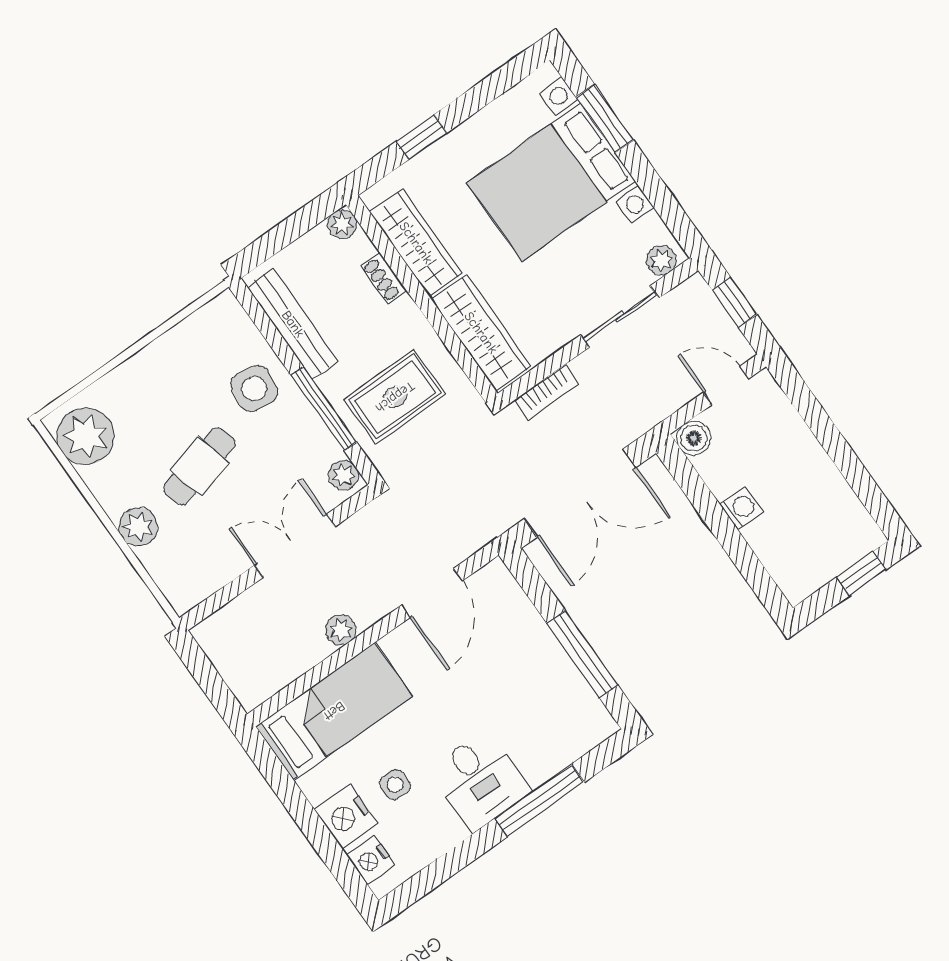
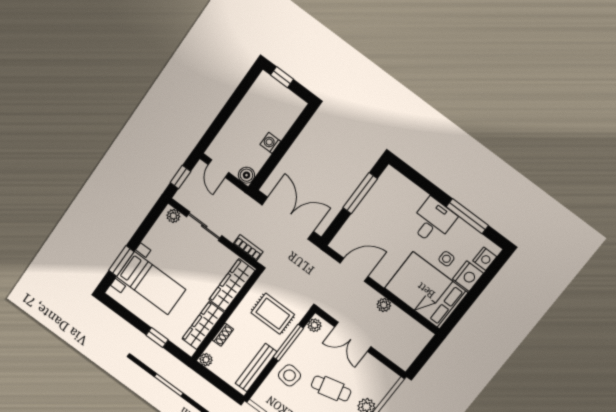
bed with nightstands: (551, 182) -> (151, 283), width x0.73
bed: (334, 711) -> (426, 290), width x1.50
window: (540, 800) -> (467, 216), moved

